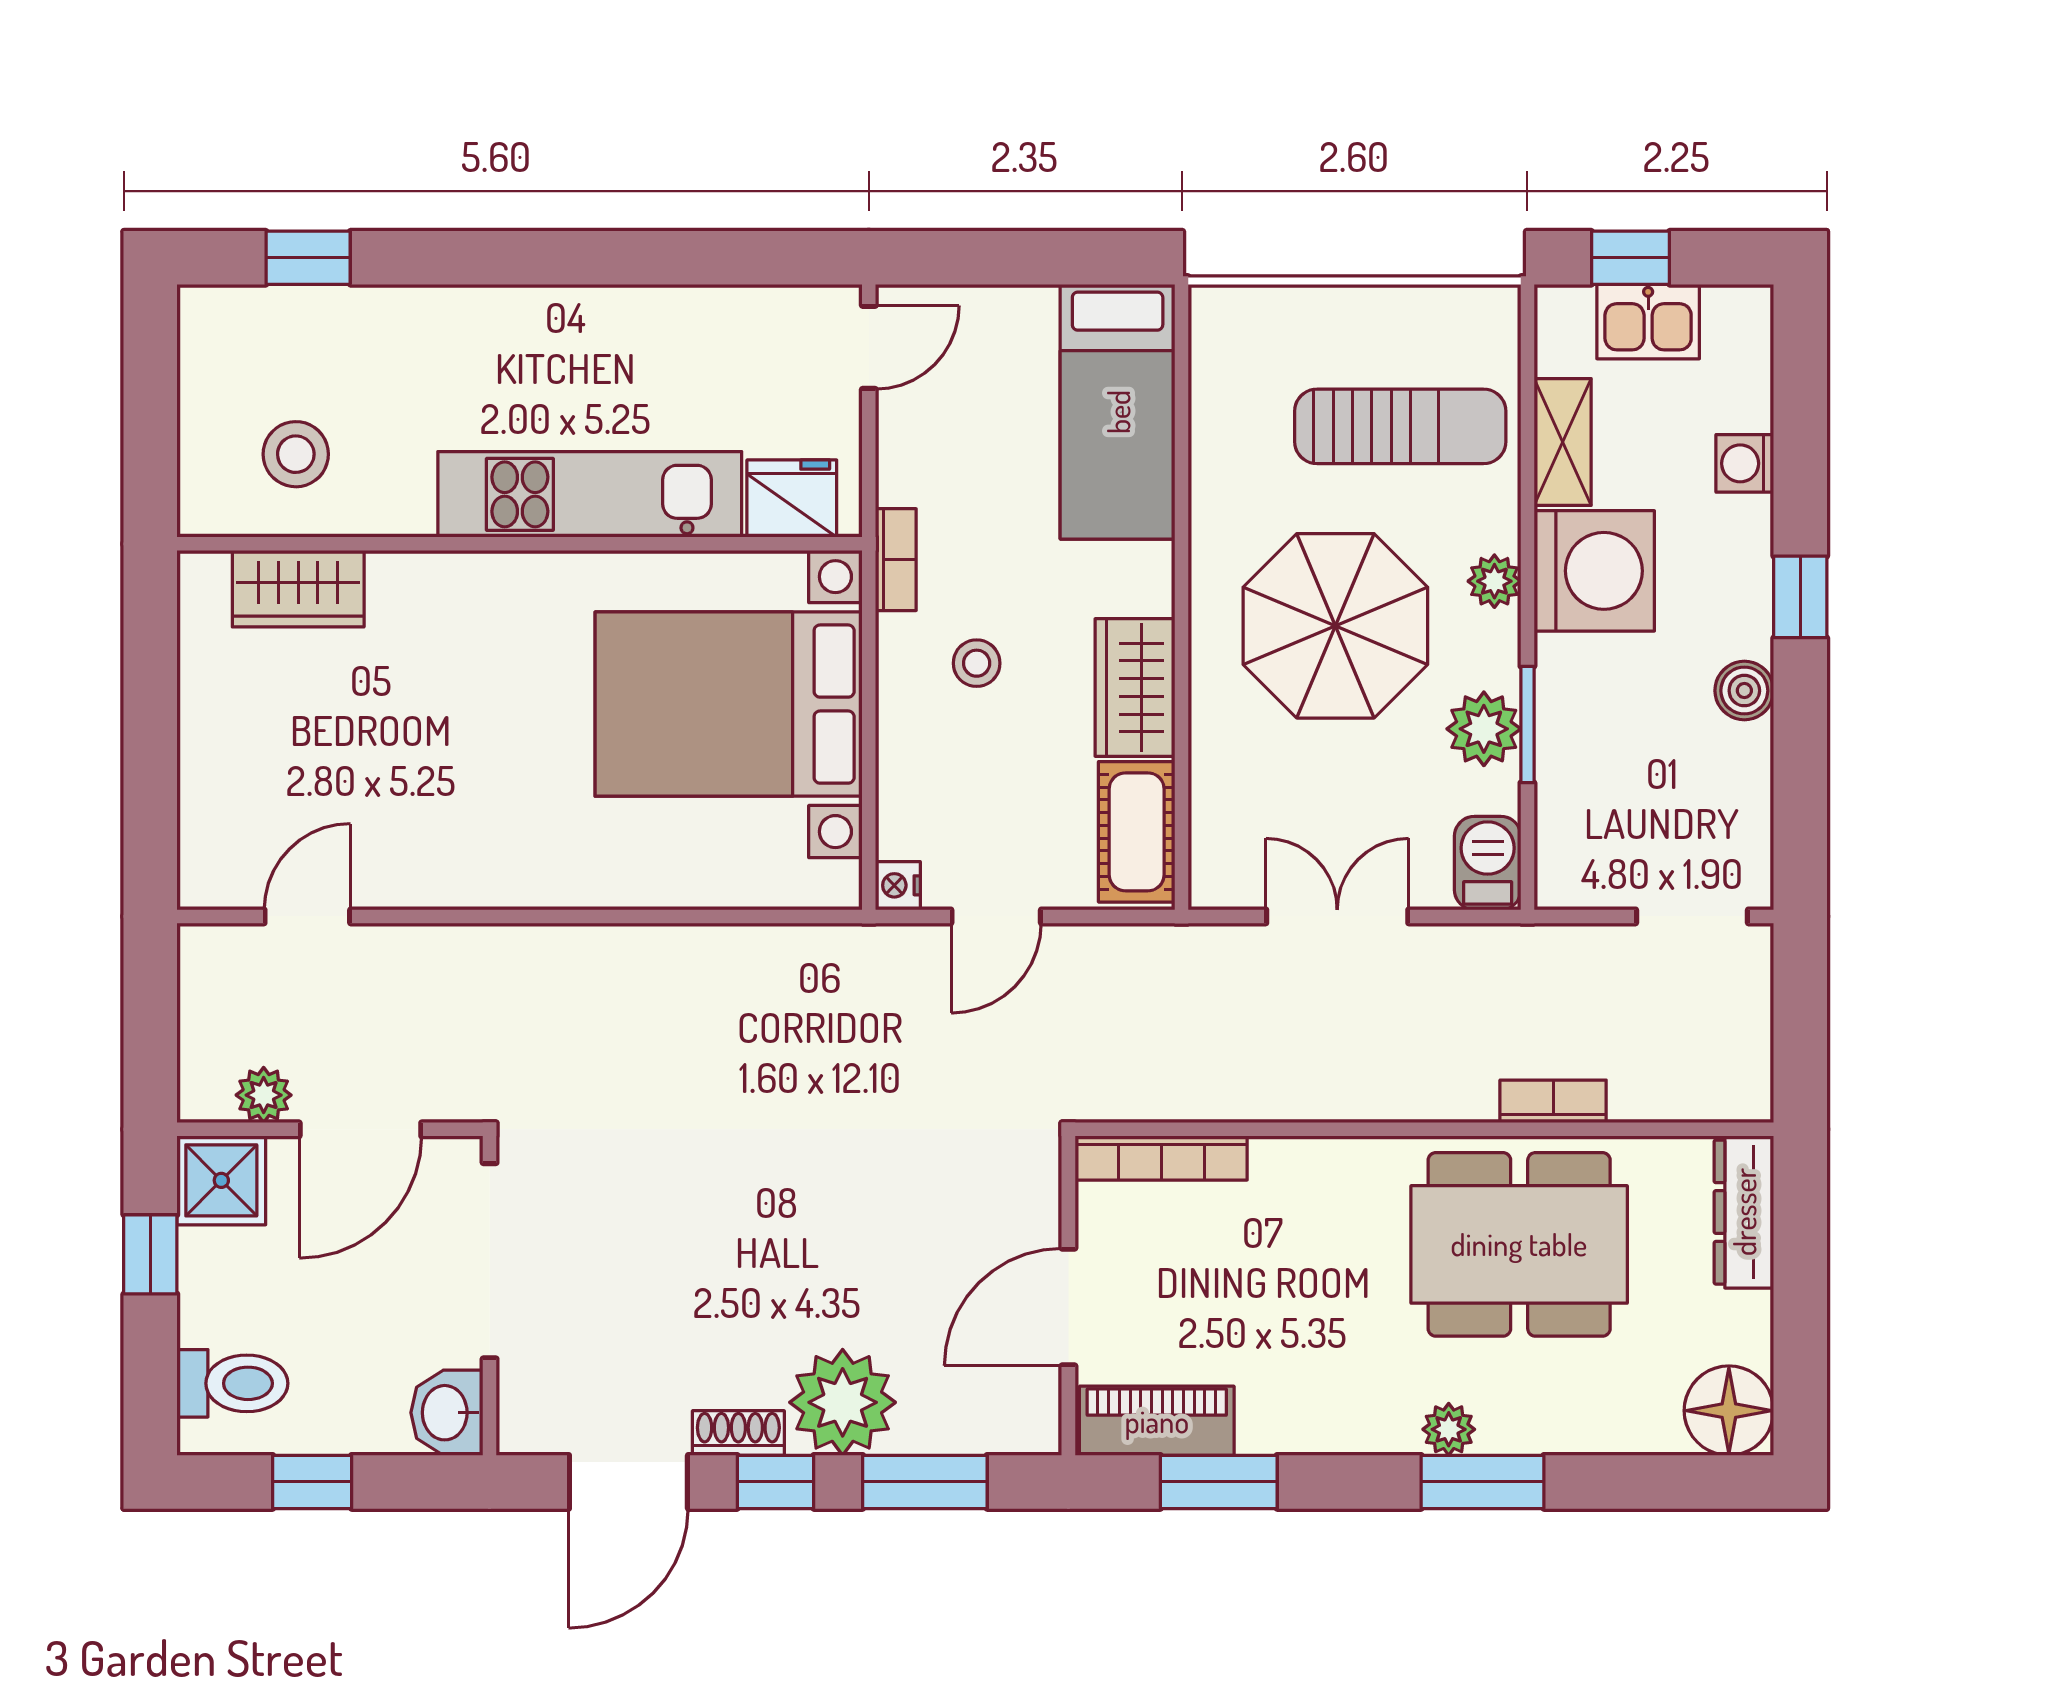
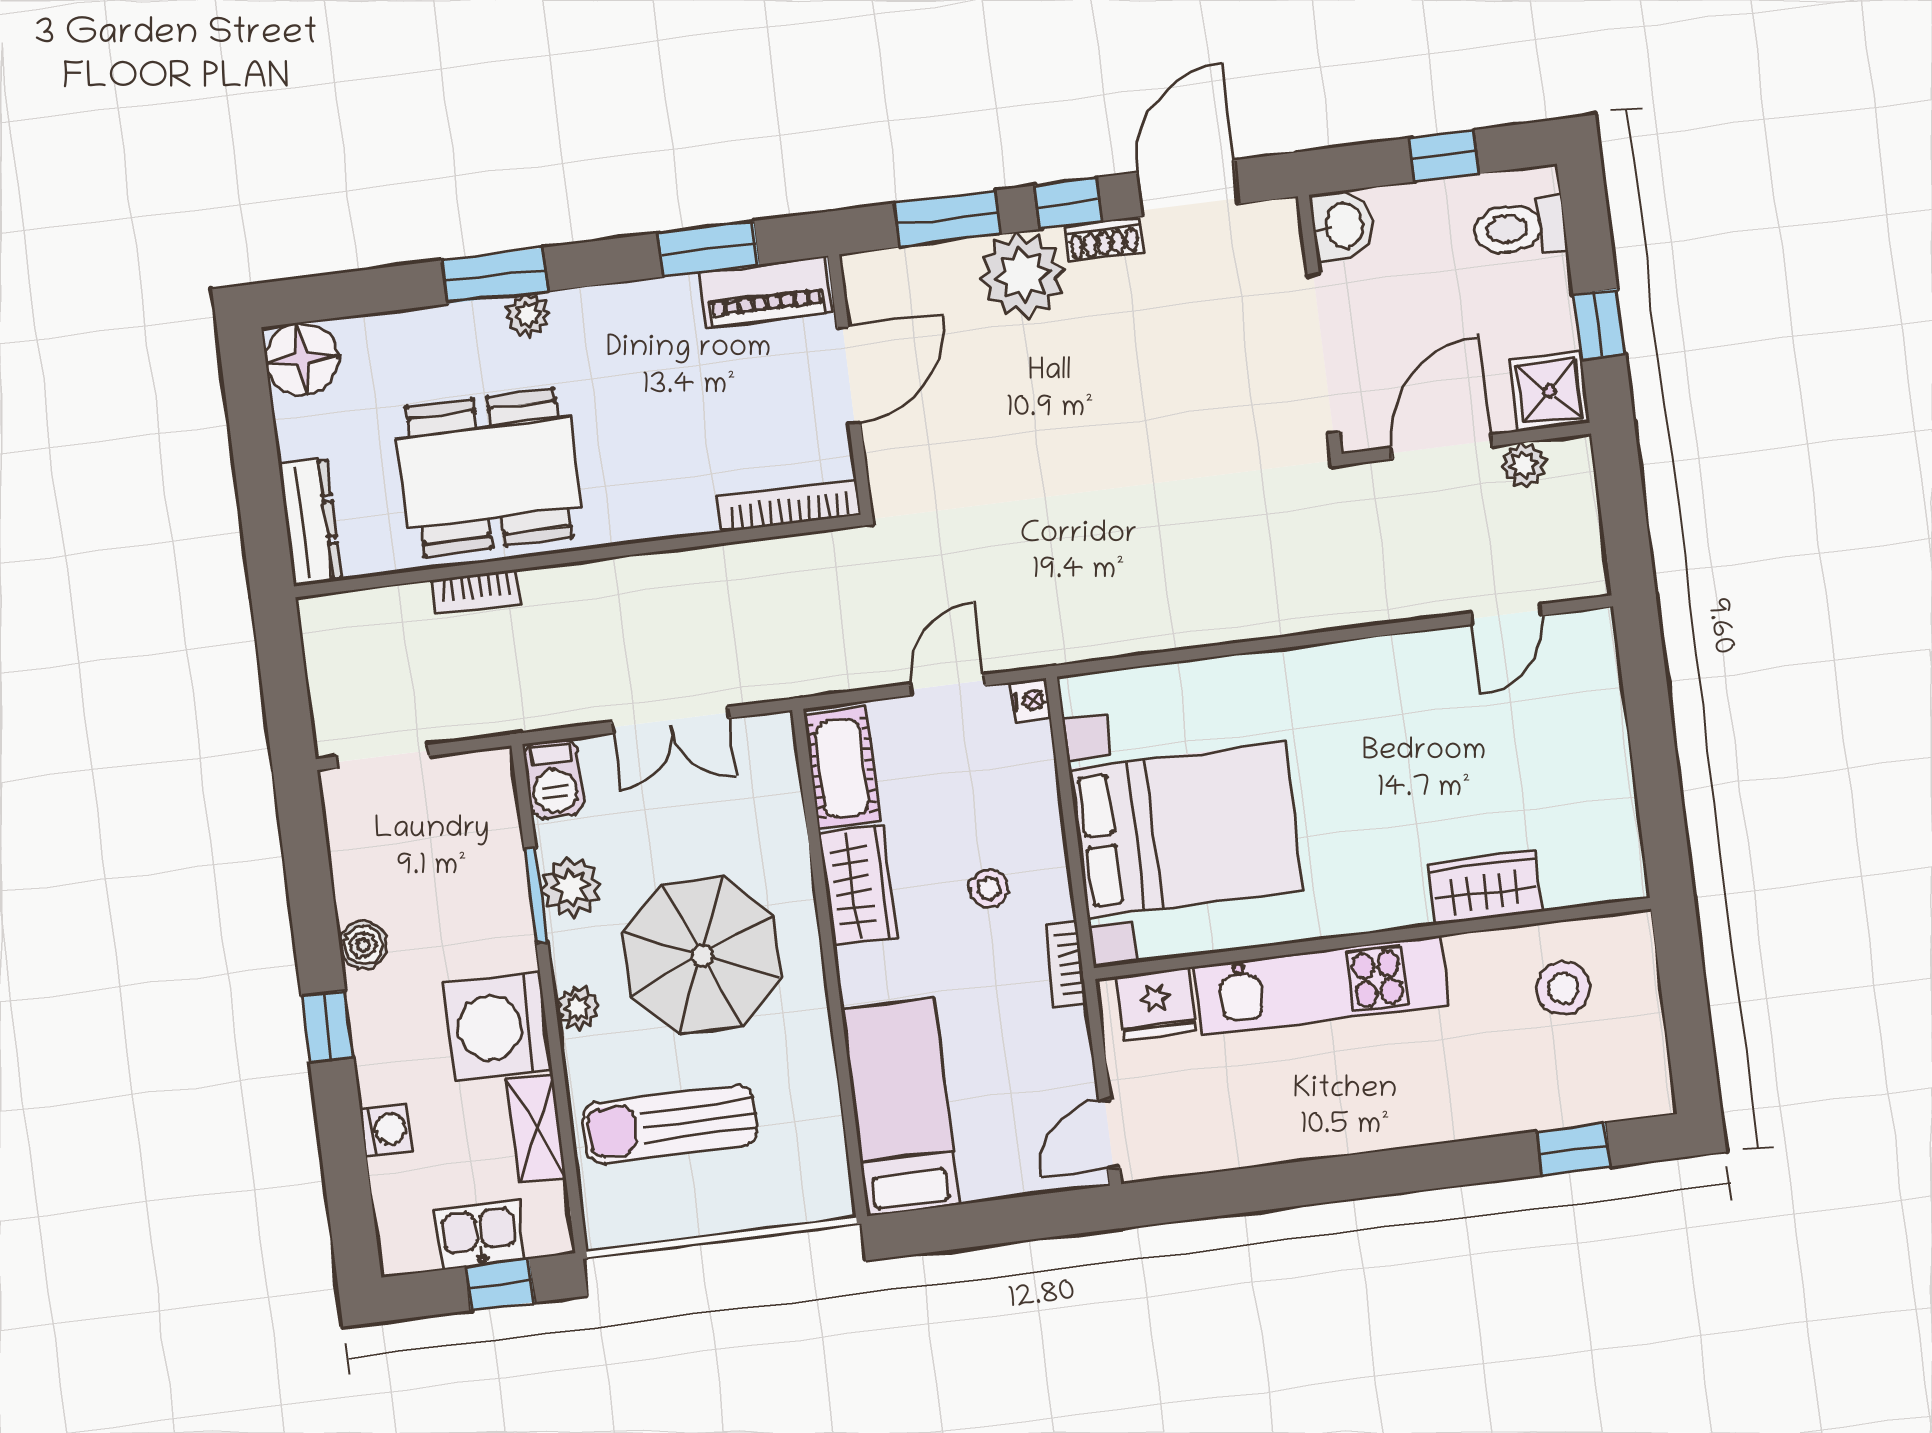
wardrobe: (298, 589) -> (1485, 887), moved

